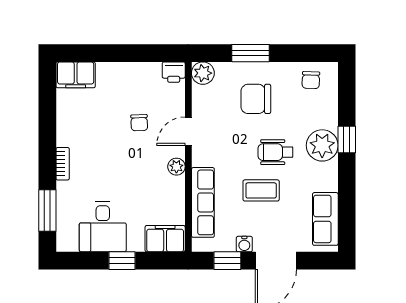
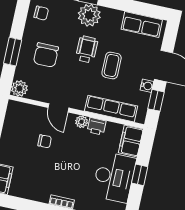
printer: (174, 72) -> (97, 126), moved, turned 90
wheelchair: (275, 152) -> (87, 49), turned 180
desk: (103, 227) -> (114, 177), width x1.37

